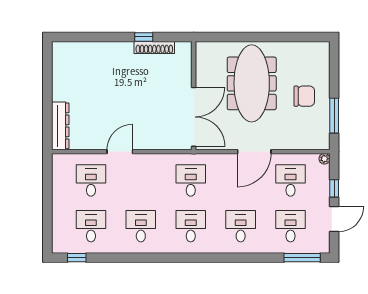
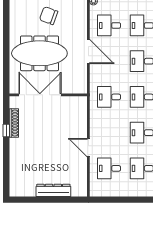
chair: (304, 96) -> (49, 16), turned -70
double door: (194, 117) -> (40, 95), moved
dresser: (60, 126) -> (53, 190), moved

